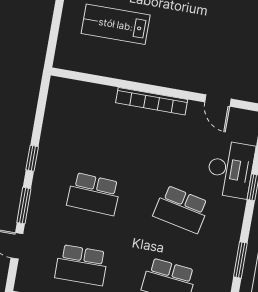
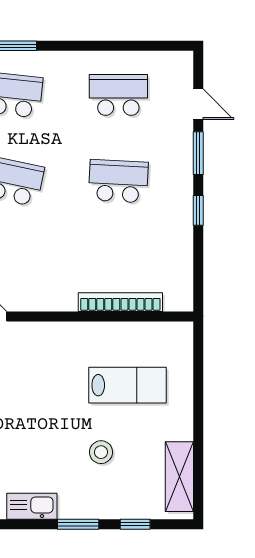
bookcase: (152, 101) -> (120, 302), moved

